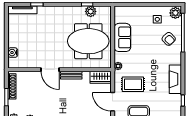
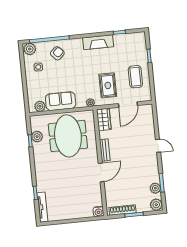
plant: (119, 17) -> (40, 106), added
water cooler: (13, 53) -> (98, 212), moved

